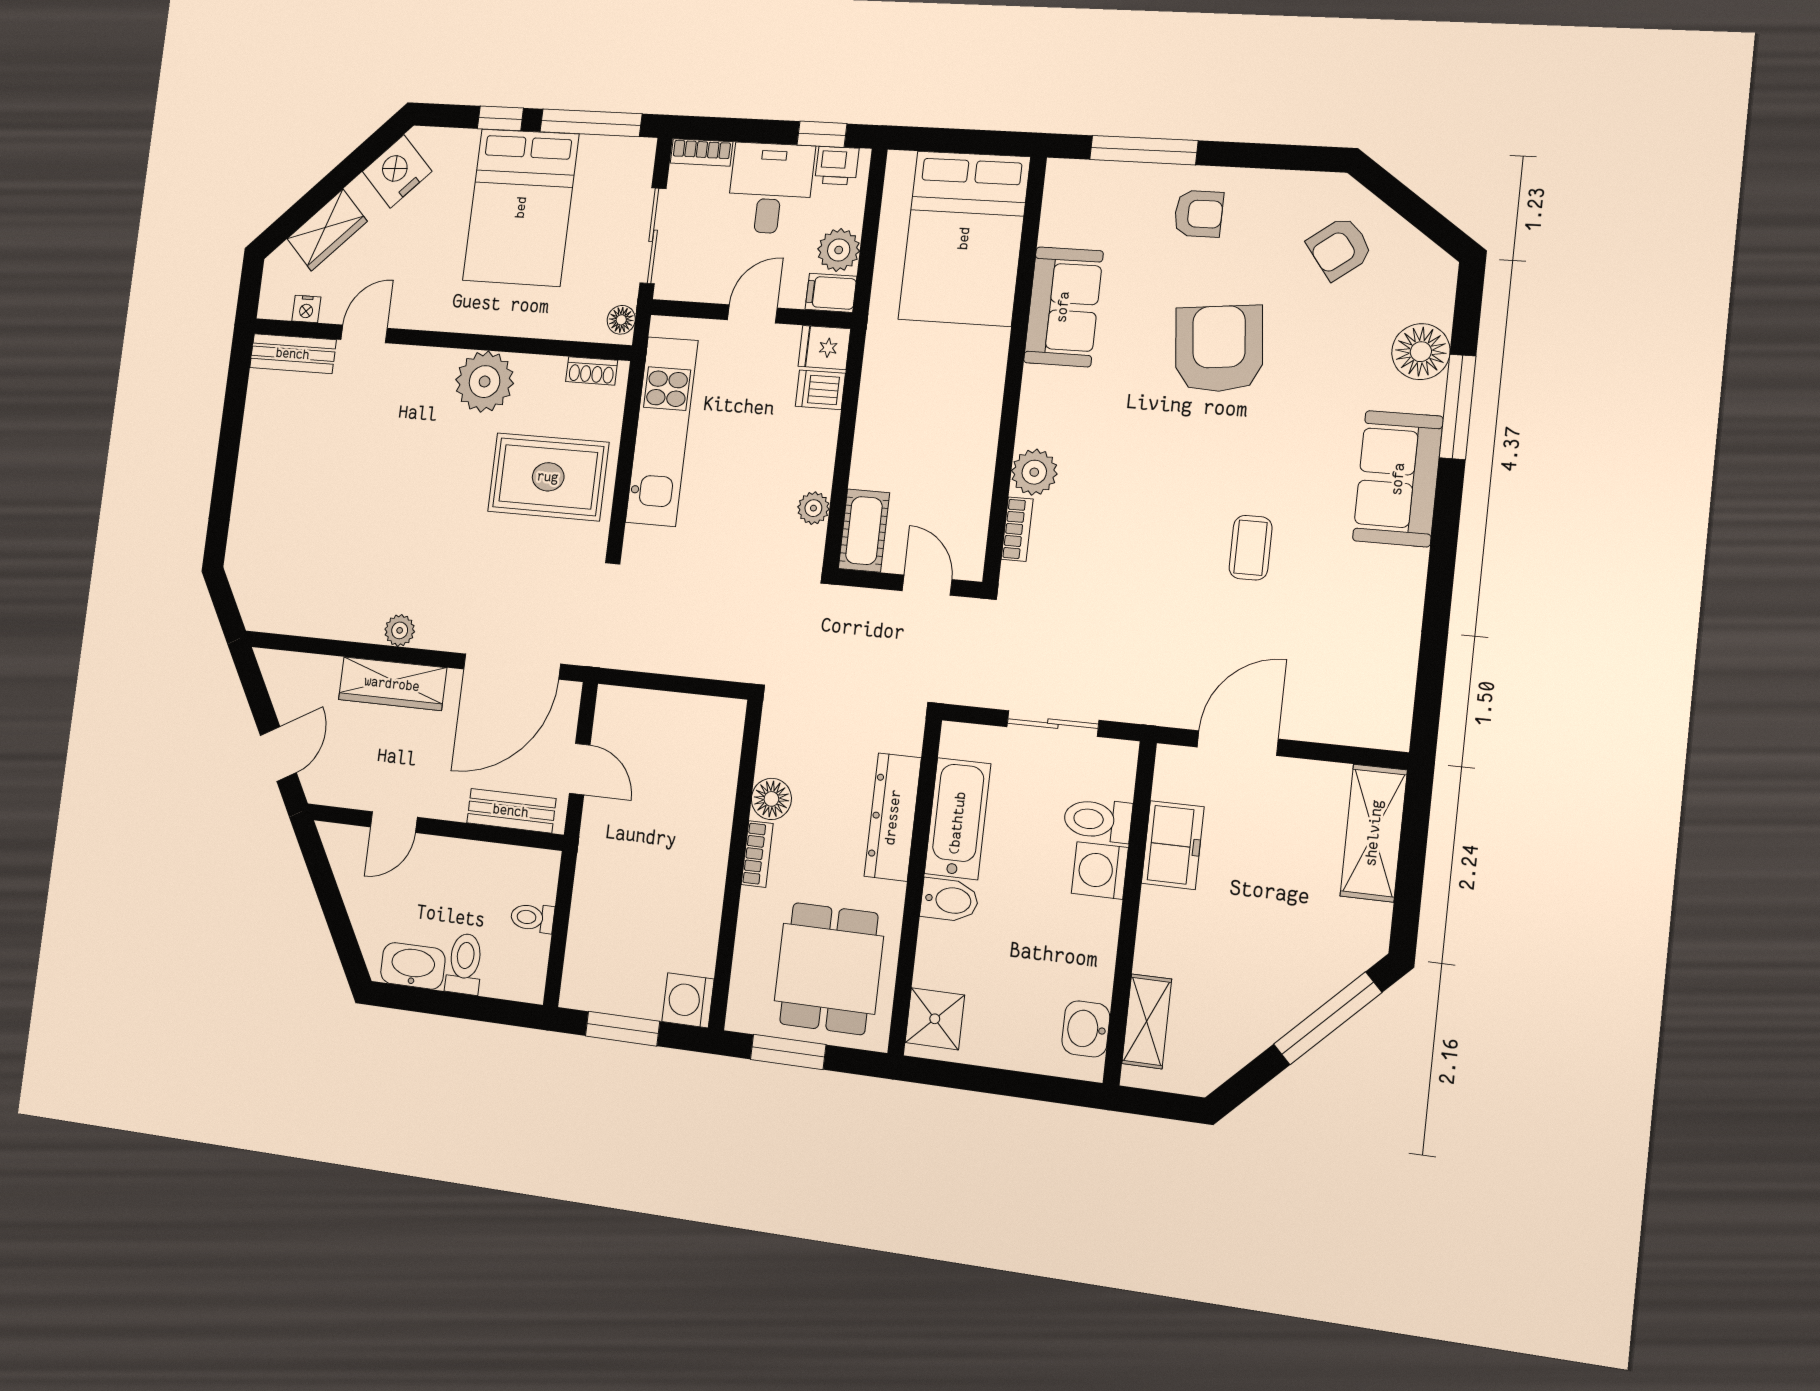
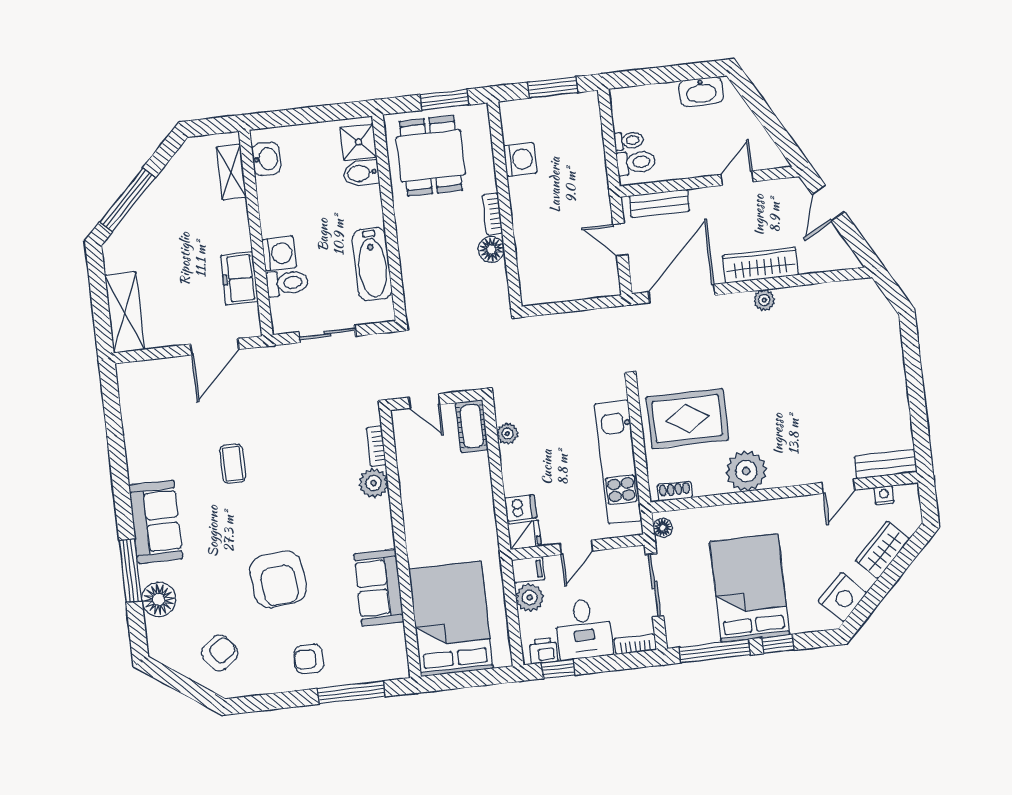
dresser: (893, 817) -> (413, 256), removed
bidet: (949, 900) -> (361, 173), moved
toilet: (465, 964) -> (636, 162), moved, turned -90
washing machine: (688, 1000) -> (520, 159), moved

